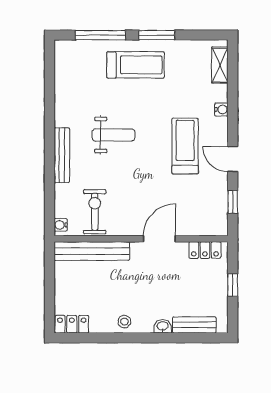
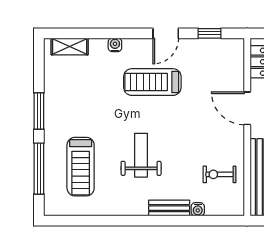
treadmill: (136, 65) -> (81, 167), moved, turned 180
bench: (62, 155) -> (169, 208), width x0.73
exercise bike: (95, 212) -> (219, 174), width x0.73, depth x0.72
water cooler: (61, 225) -> (198, 209), moved

